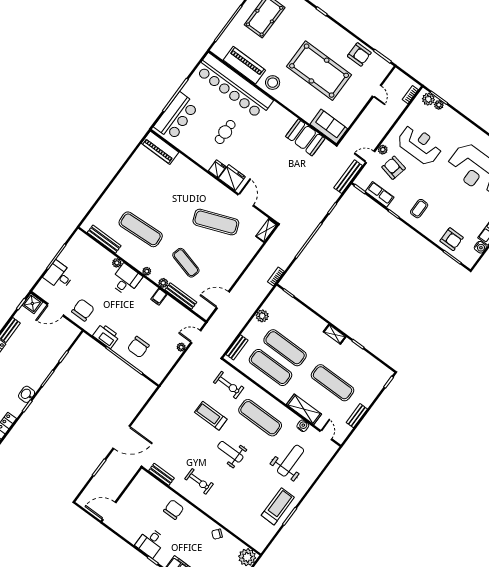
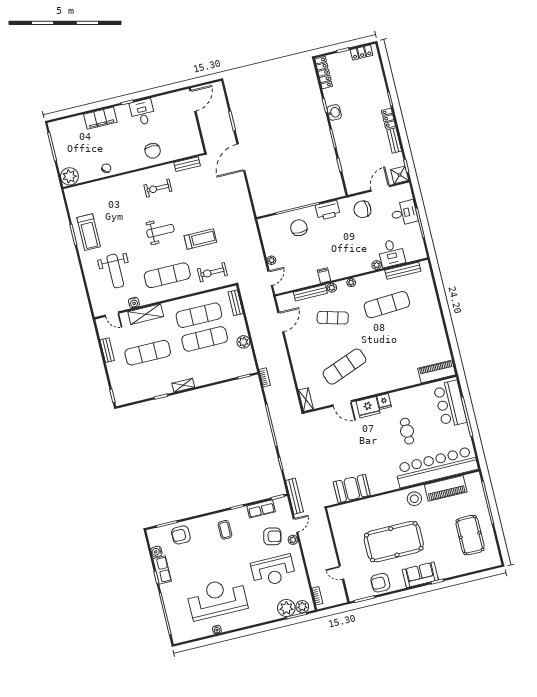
plant: (439, 105) -> (286, 608), width x1.88, depth x1.88
sofa: (329, 126) -> (420, 575), moved, turned 180
desk: (126, 280) -> (391, 253), moved
chair: (83, 310) -> (362, 209), turned 90

